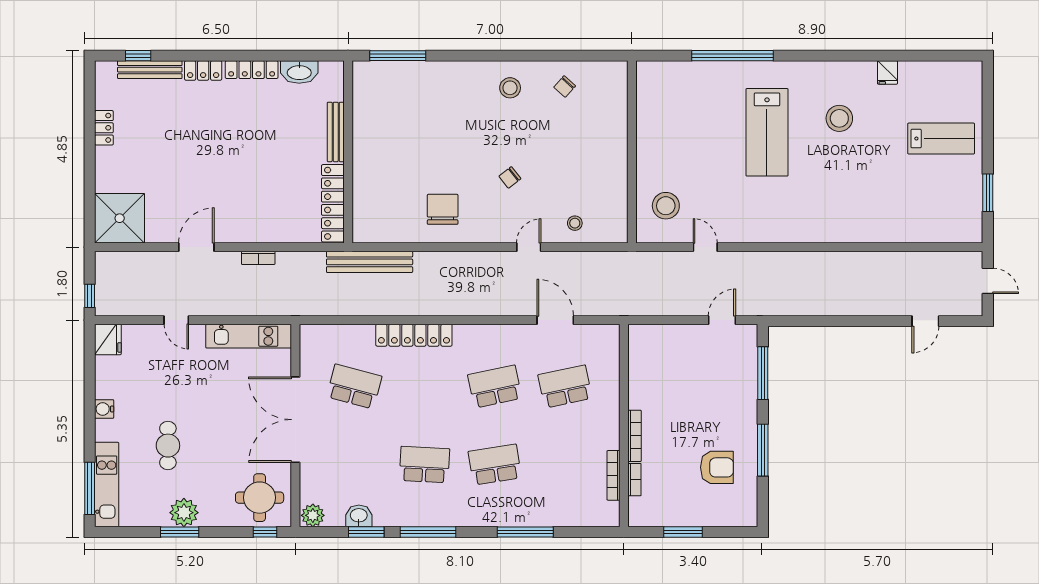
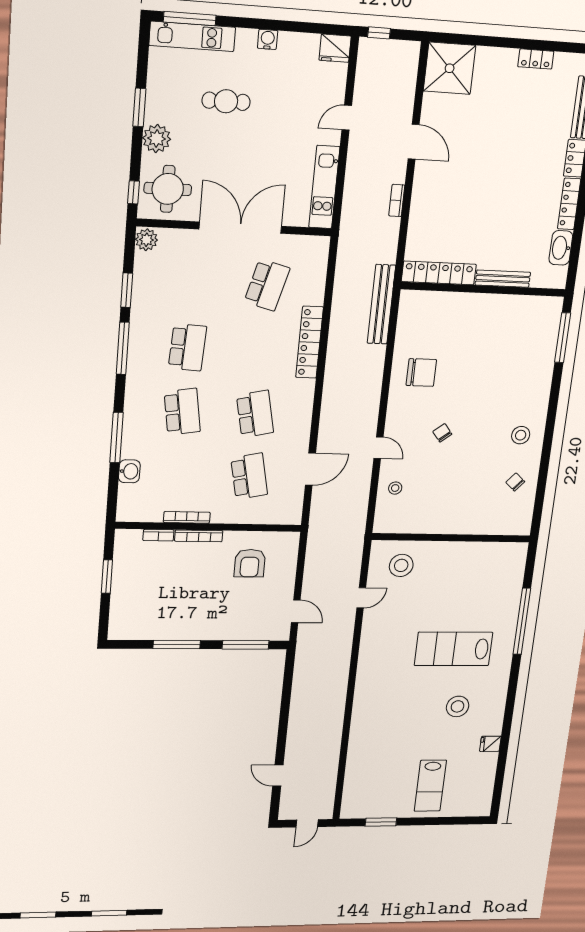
armchair: (717, 467) -> (250, 563), moved
bookcase: (613, 475) -> (187, 517), moved
plant: (184, 513) -> (157, 138), moved
washbasin: (359, 516) -> (129, 471), moved

